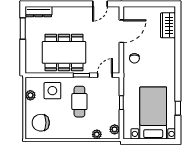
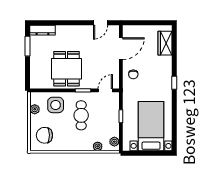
dining table: (64, 52) -> (67, 69), width x0.73
window: (178, 108) -> (174, 83), moved

